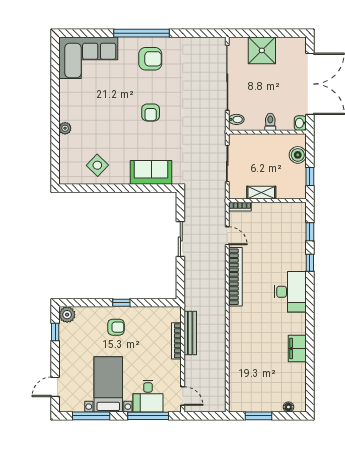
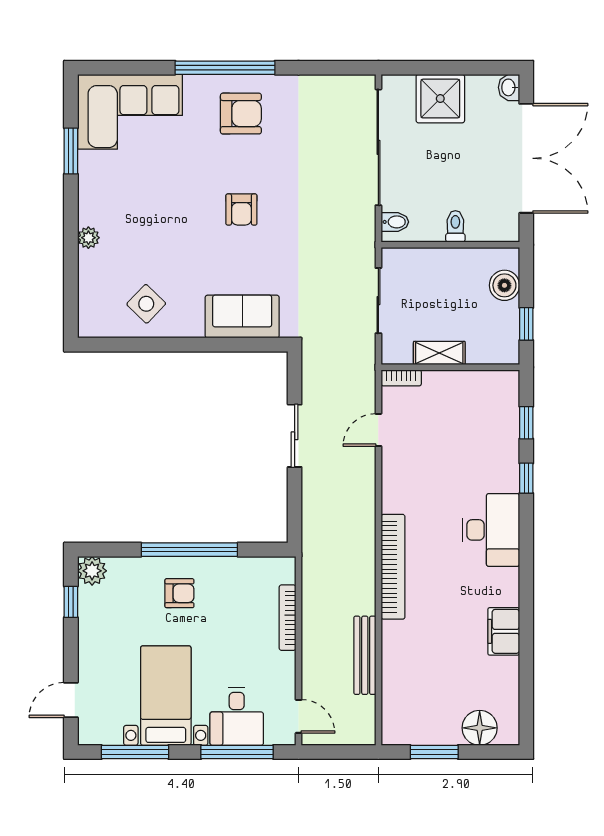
window: (55, 80) -> (71, 151), added
washbasin: (300, 123) -> (509, 87), moved
door: (227, 236) -> (378, 430), swing flipped
bookcase: (235, 277) -> (393, 567), moved
window: (121, 303) -> (189, 550), width x3.17
bench: (190, 333) -> (365, 655), moved
floor lamp: (288, 407) -> (480, 728), width x1.89, depth x1.89

